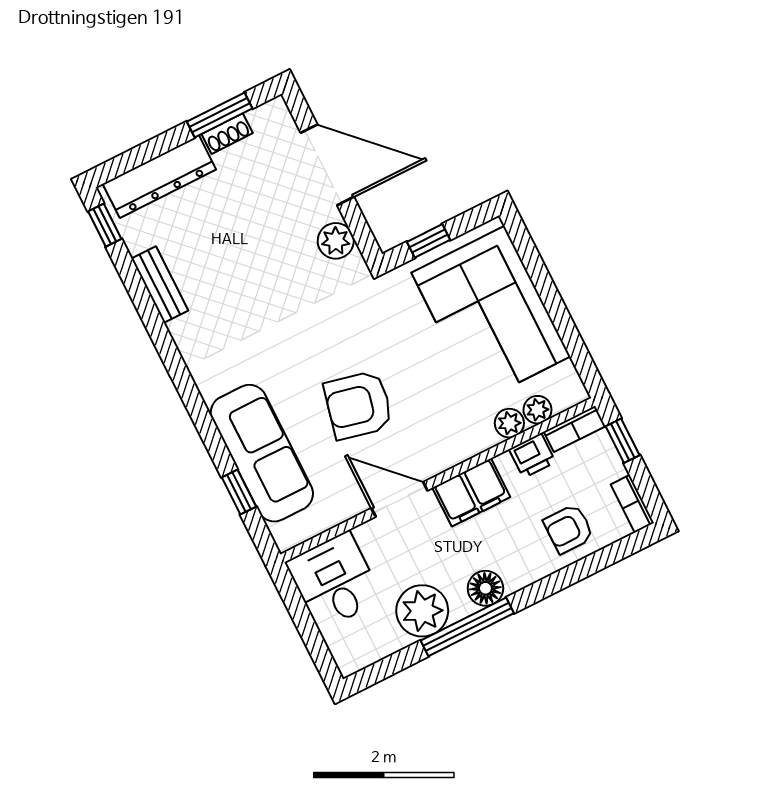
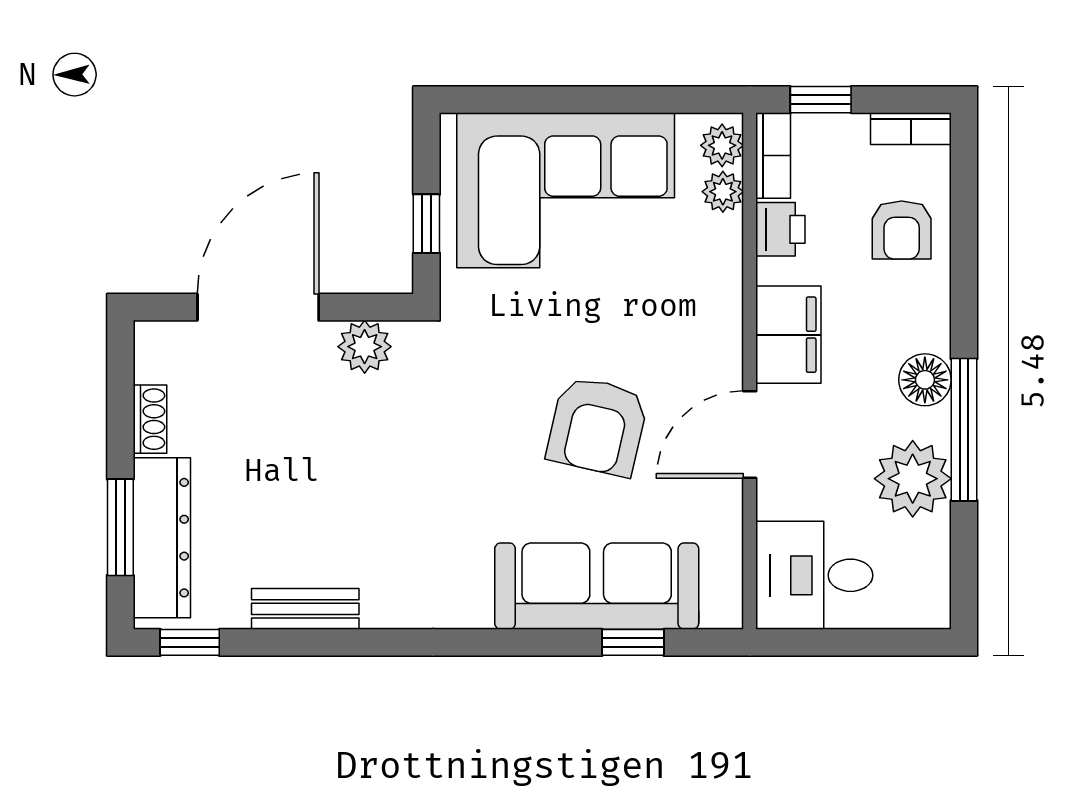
window: (220, 115) -> (120, 527), moved
plant: (509, 423) -> (722, 145), moved

